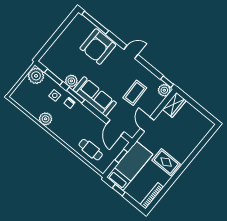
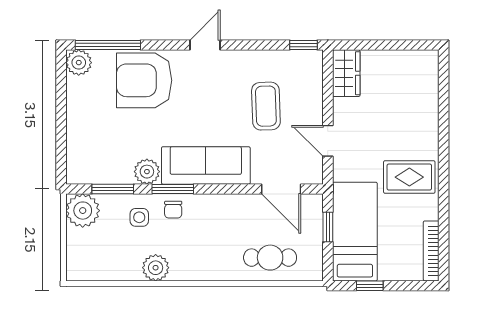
armchair: (98, 47) -> (144, 80), turned 90
plant: (164, 90) -> (79, 63), moved

